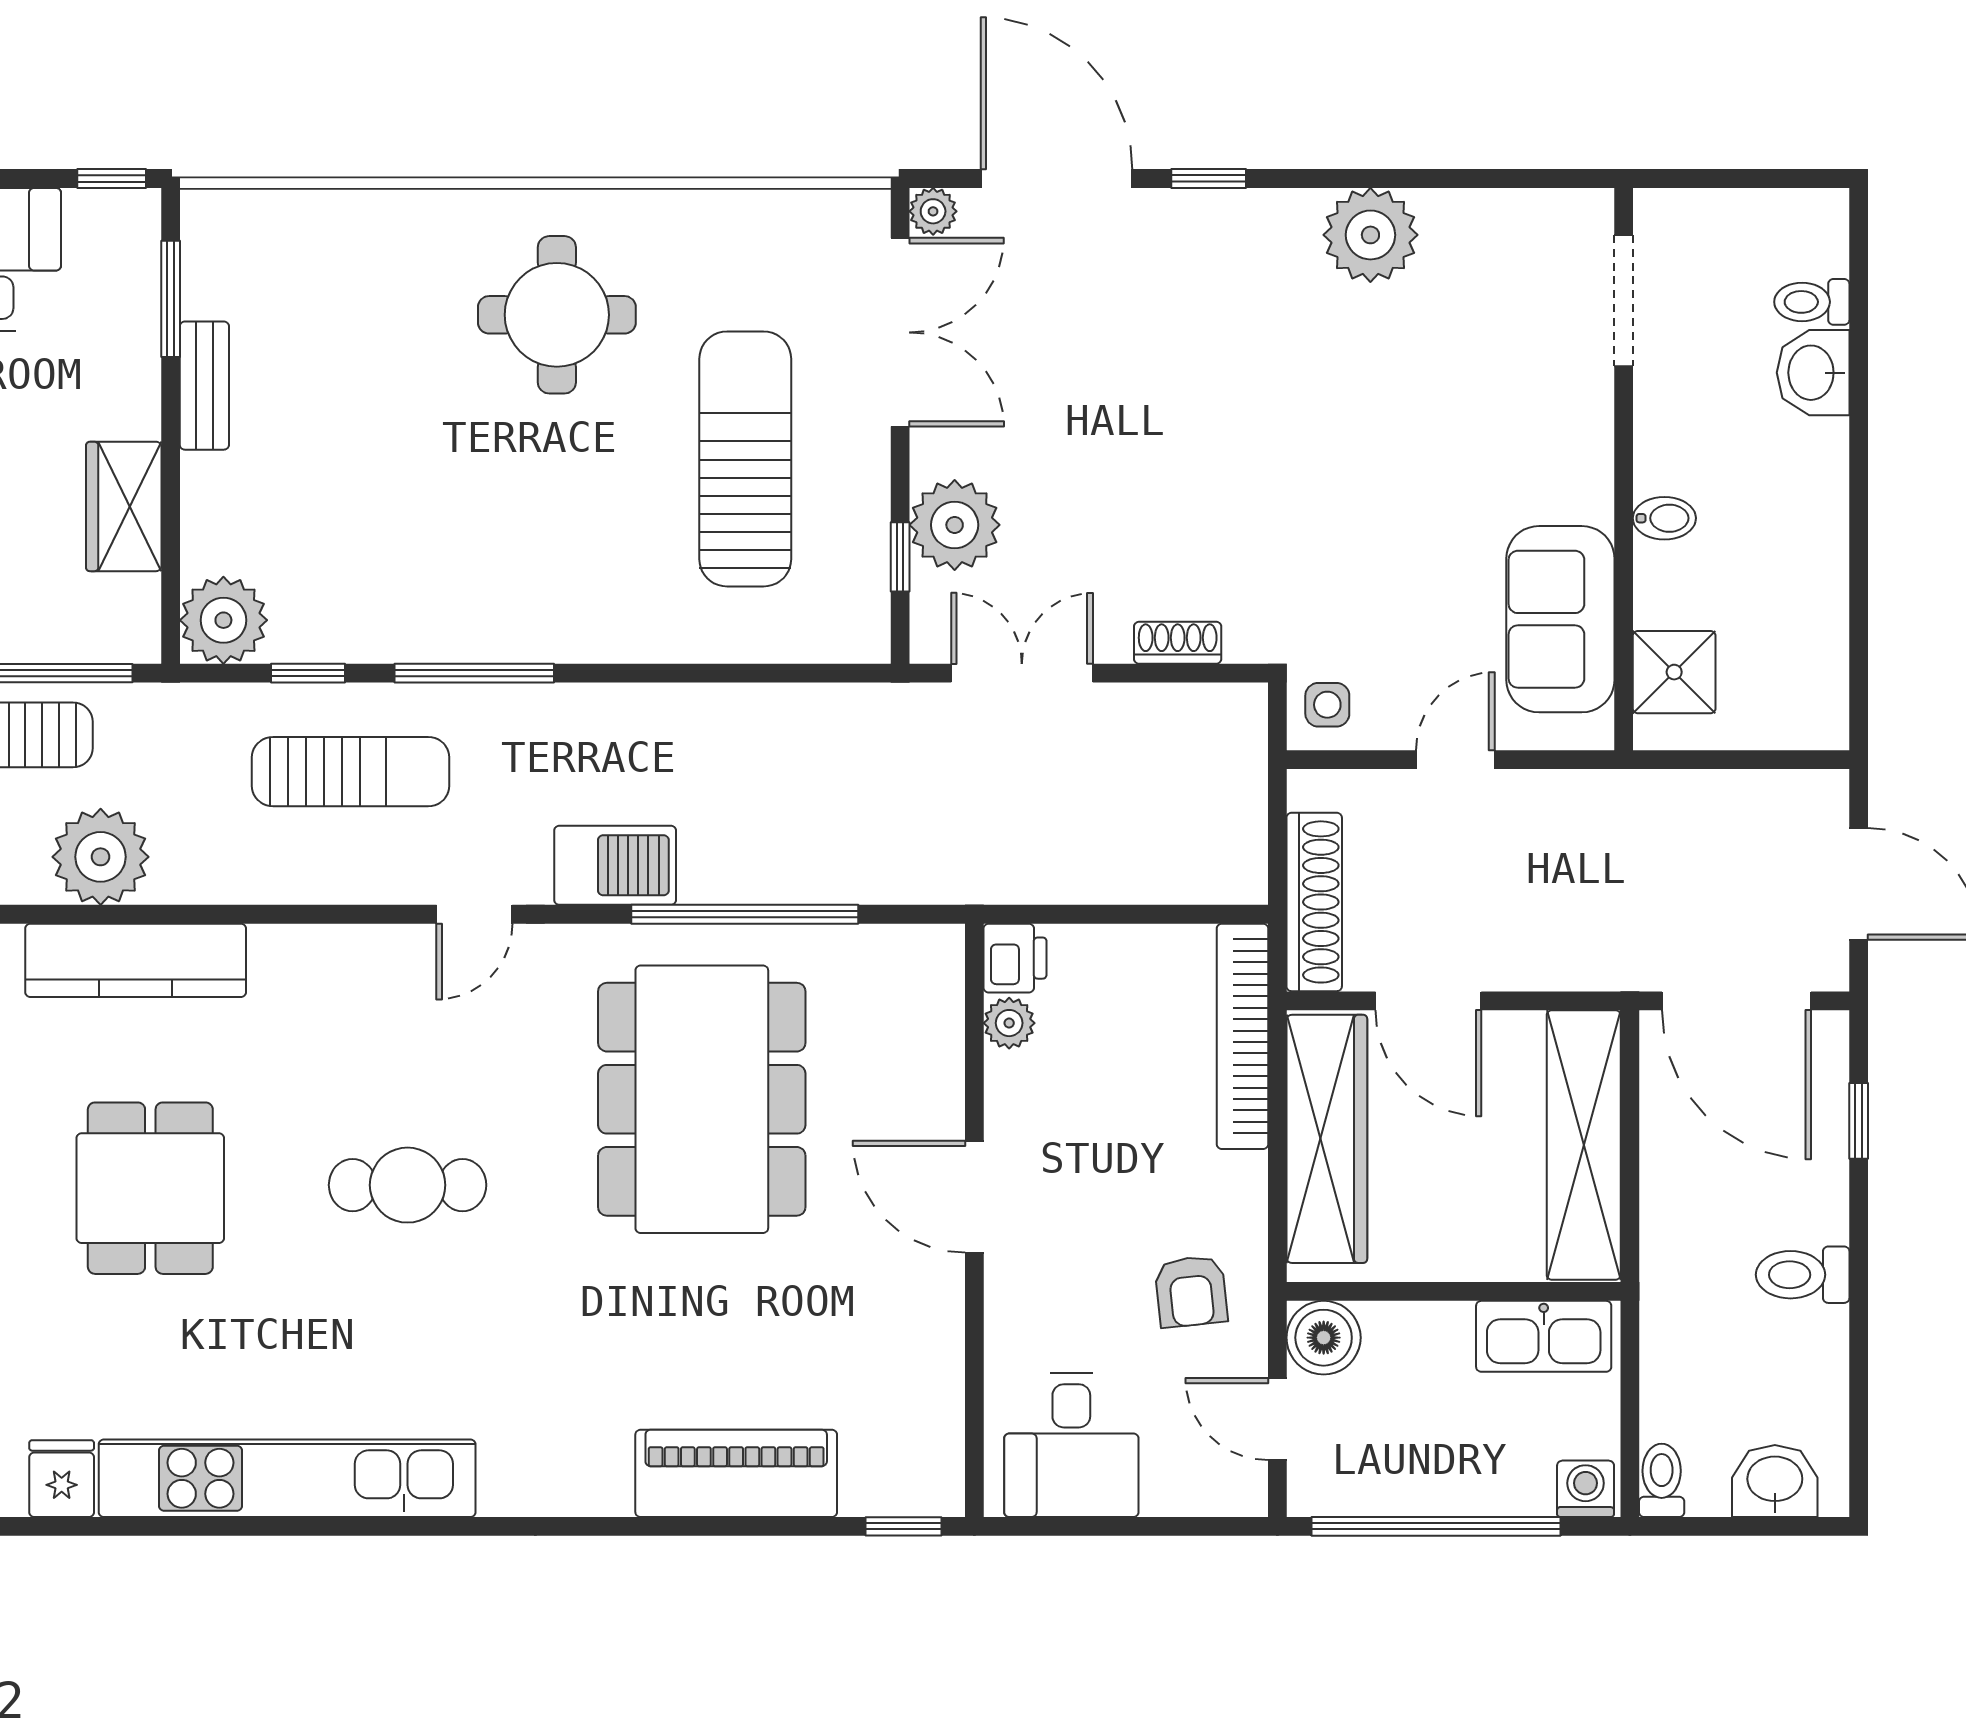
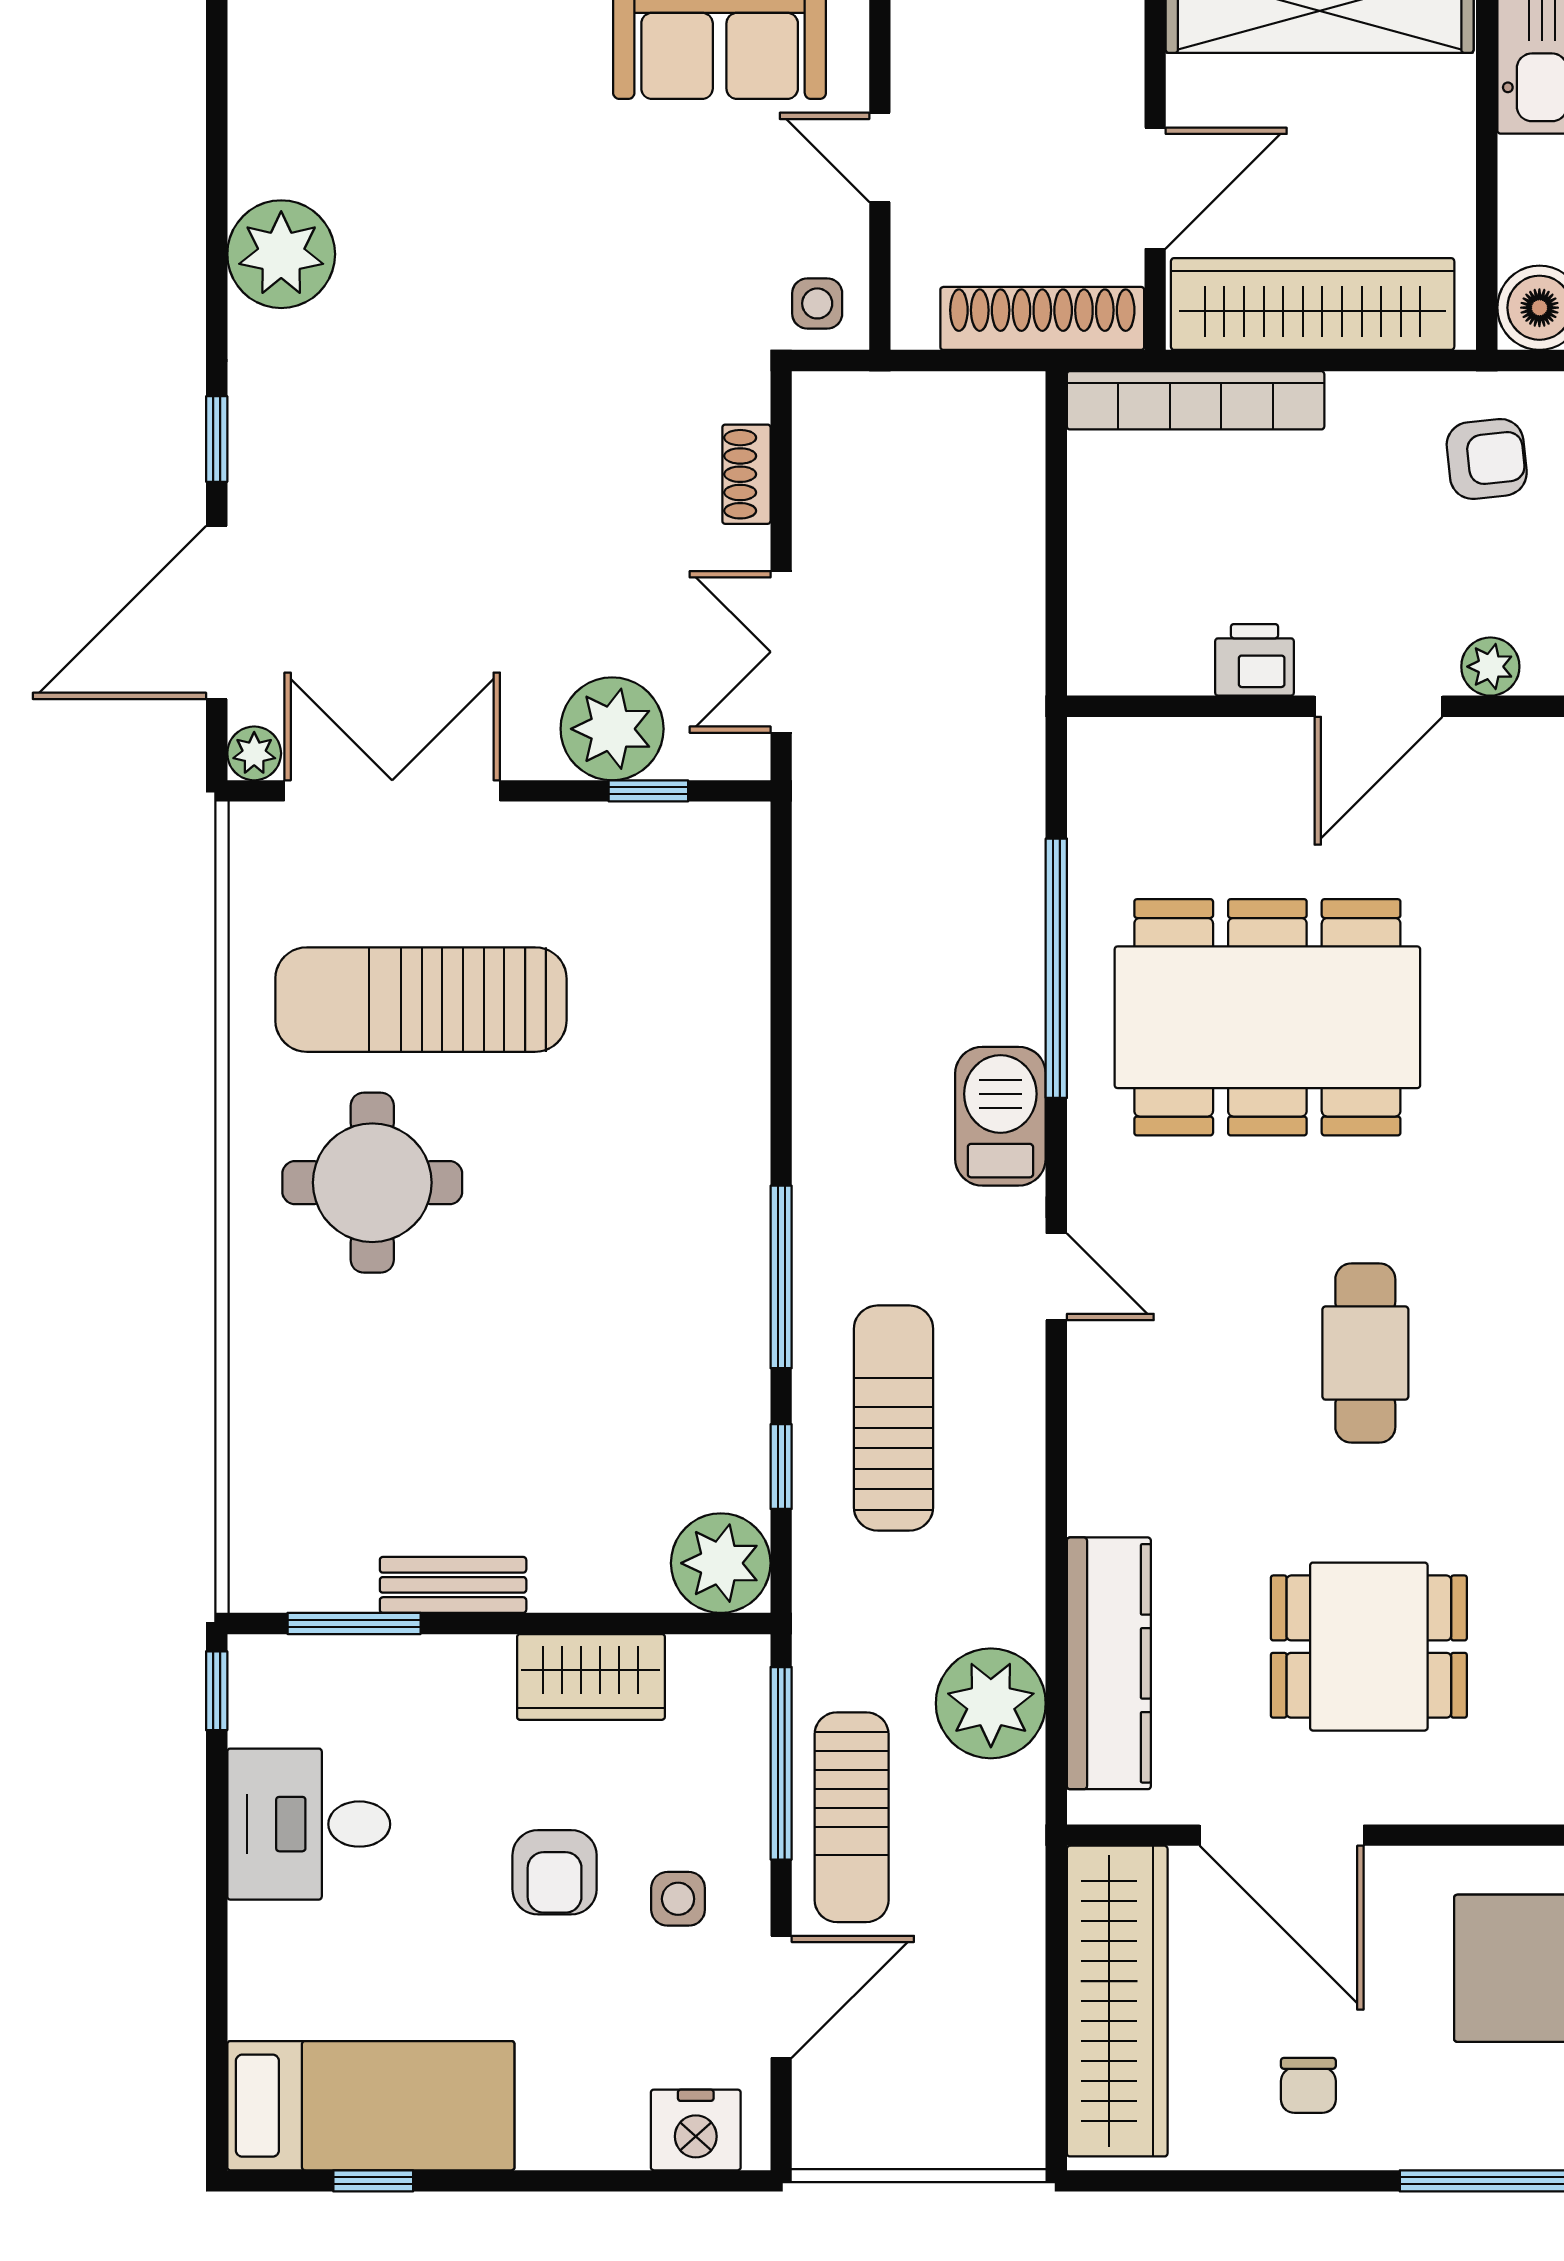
sun lounger: (745, 459) -> (421, 1000), moved
printer: (1015, 958) -> (1255, 660), moved
plant: (1009, 1023) -> (1490, 667), moved

